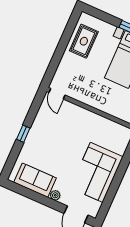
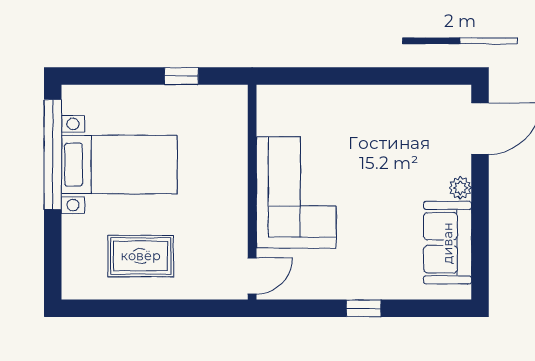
rug: (84, 41) -> (141, 256), moved
corner sofa: (97, 172) -> (296, 192), moved, turned -90

